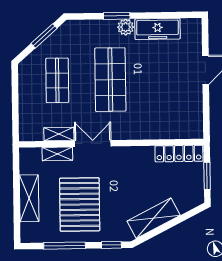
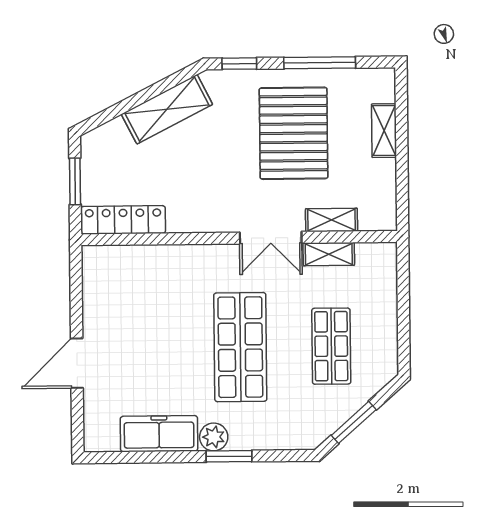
shelving: (29, 198) -> (384, 131), width x0.67, depth x0.75

